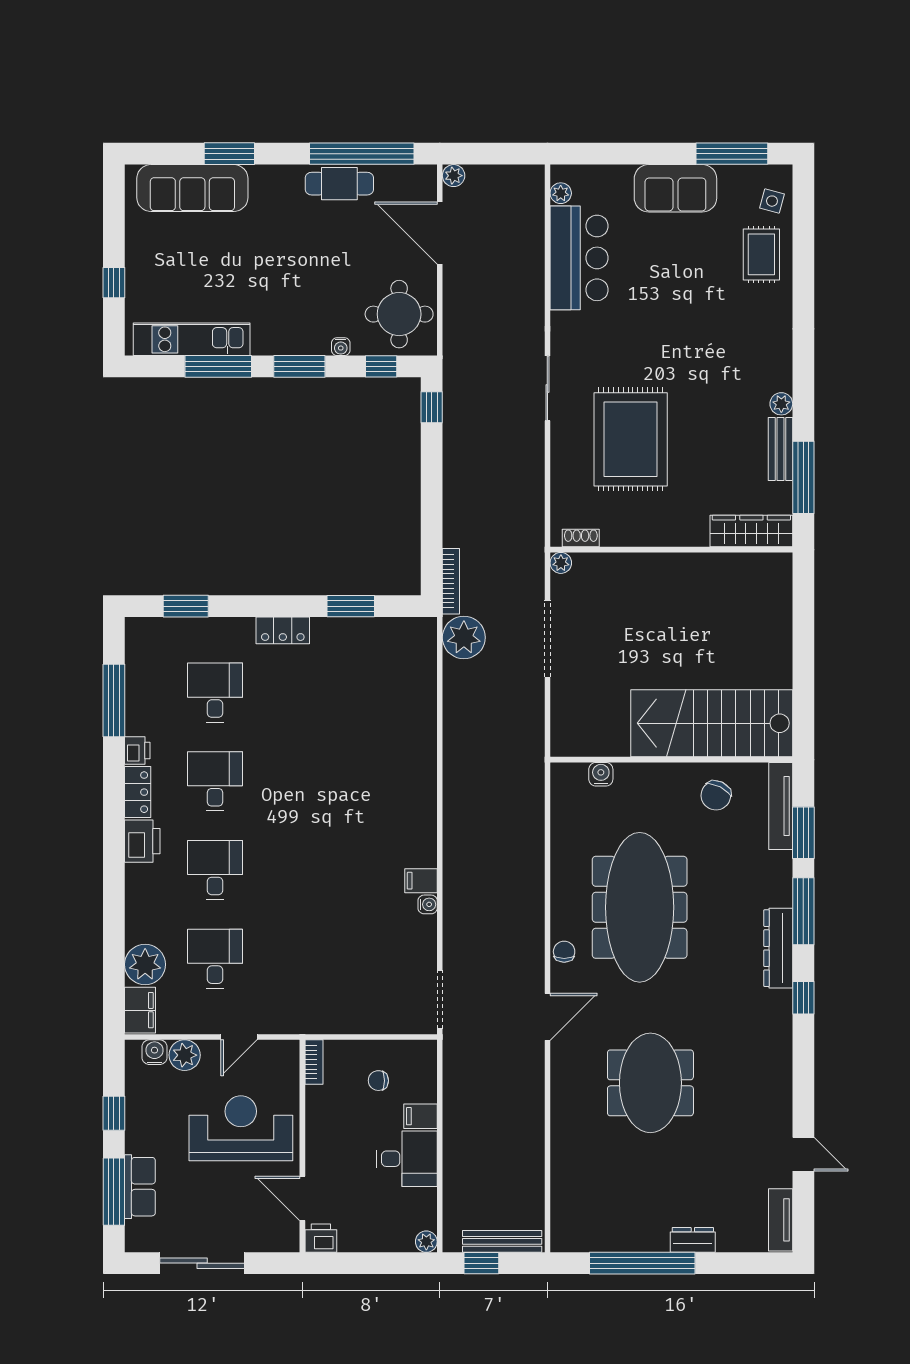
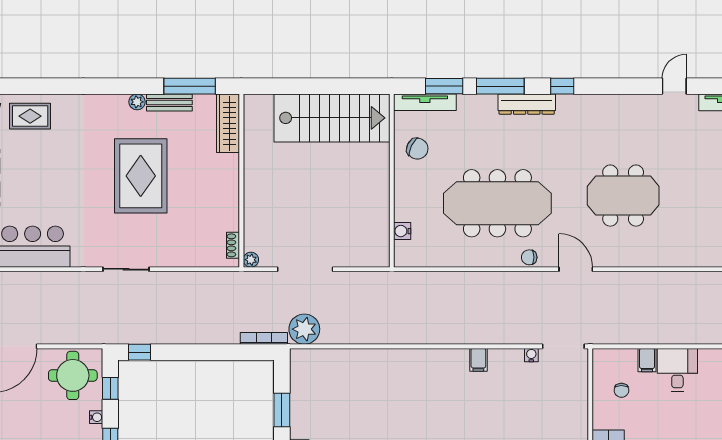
rug: (631, 439) -> (141, 176), moved, turned 90
stairs: (712, 723) -> (332, 118), moved, turned -90
water cooler: (428, 904) -> (531, 355), moved

